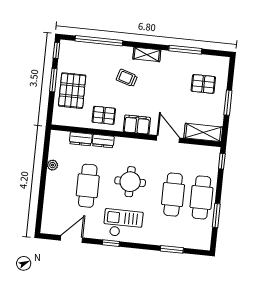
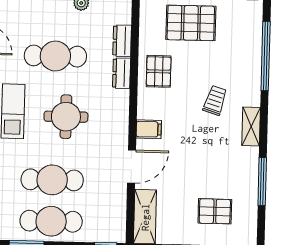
pallet: (203, 84) -> (215, 211), turned 90
filing cabinet: (137, 125) -> (149, 129), width x0.50

